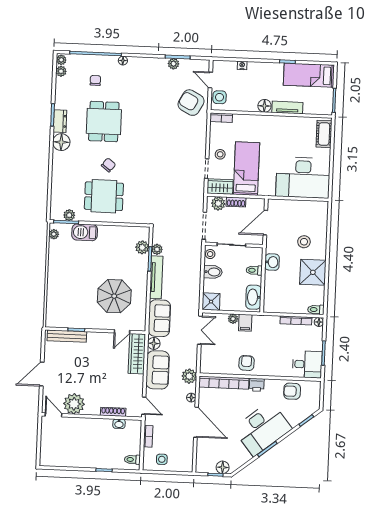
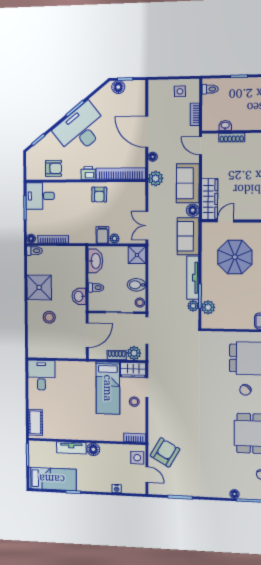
plant: (173, 64) -> (184, 491), removed
armchair: (191, 103) -> (165, 452), turned -88
desk: (303, 178) -> (41, 375), width x0.53, depth x0.77

